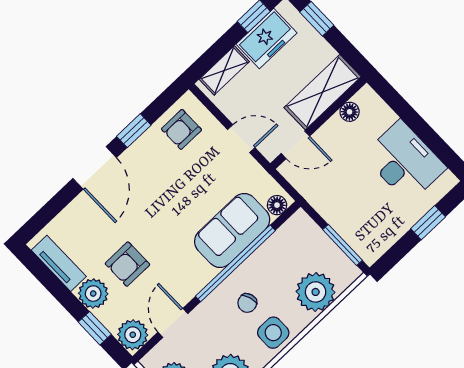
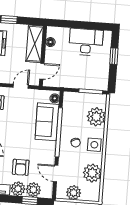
plant: (133, 335) -> (33, 190), moved

